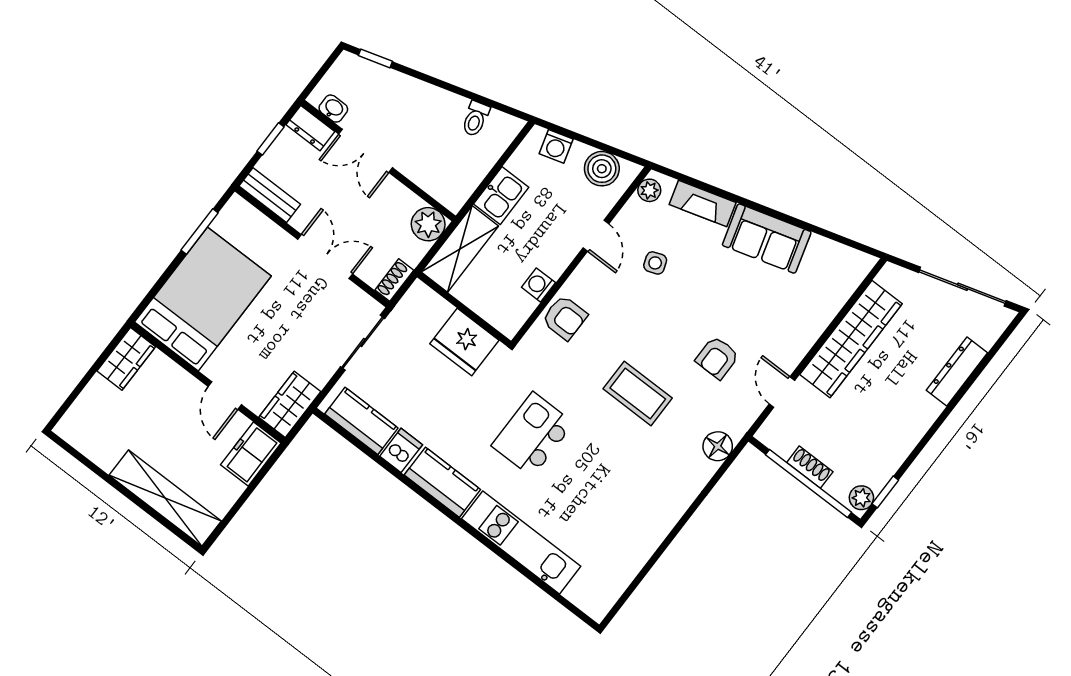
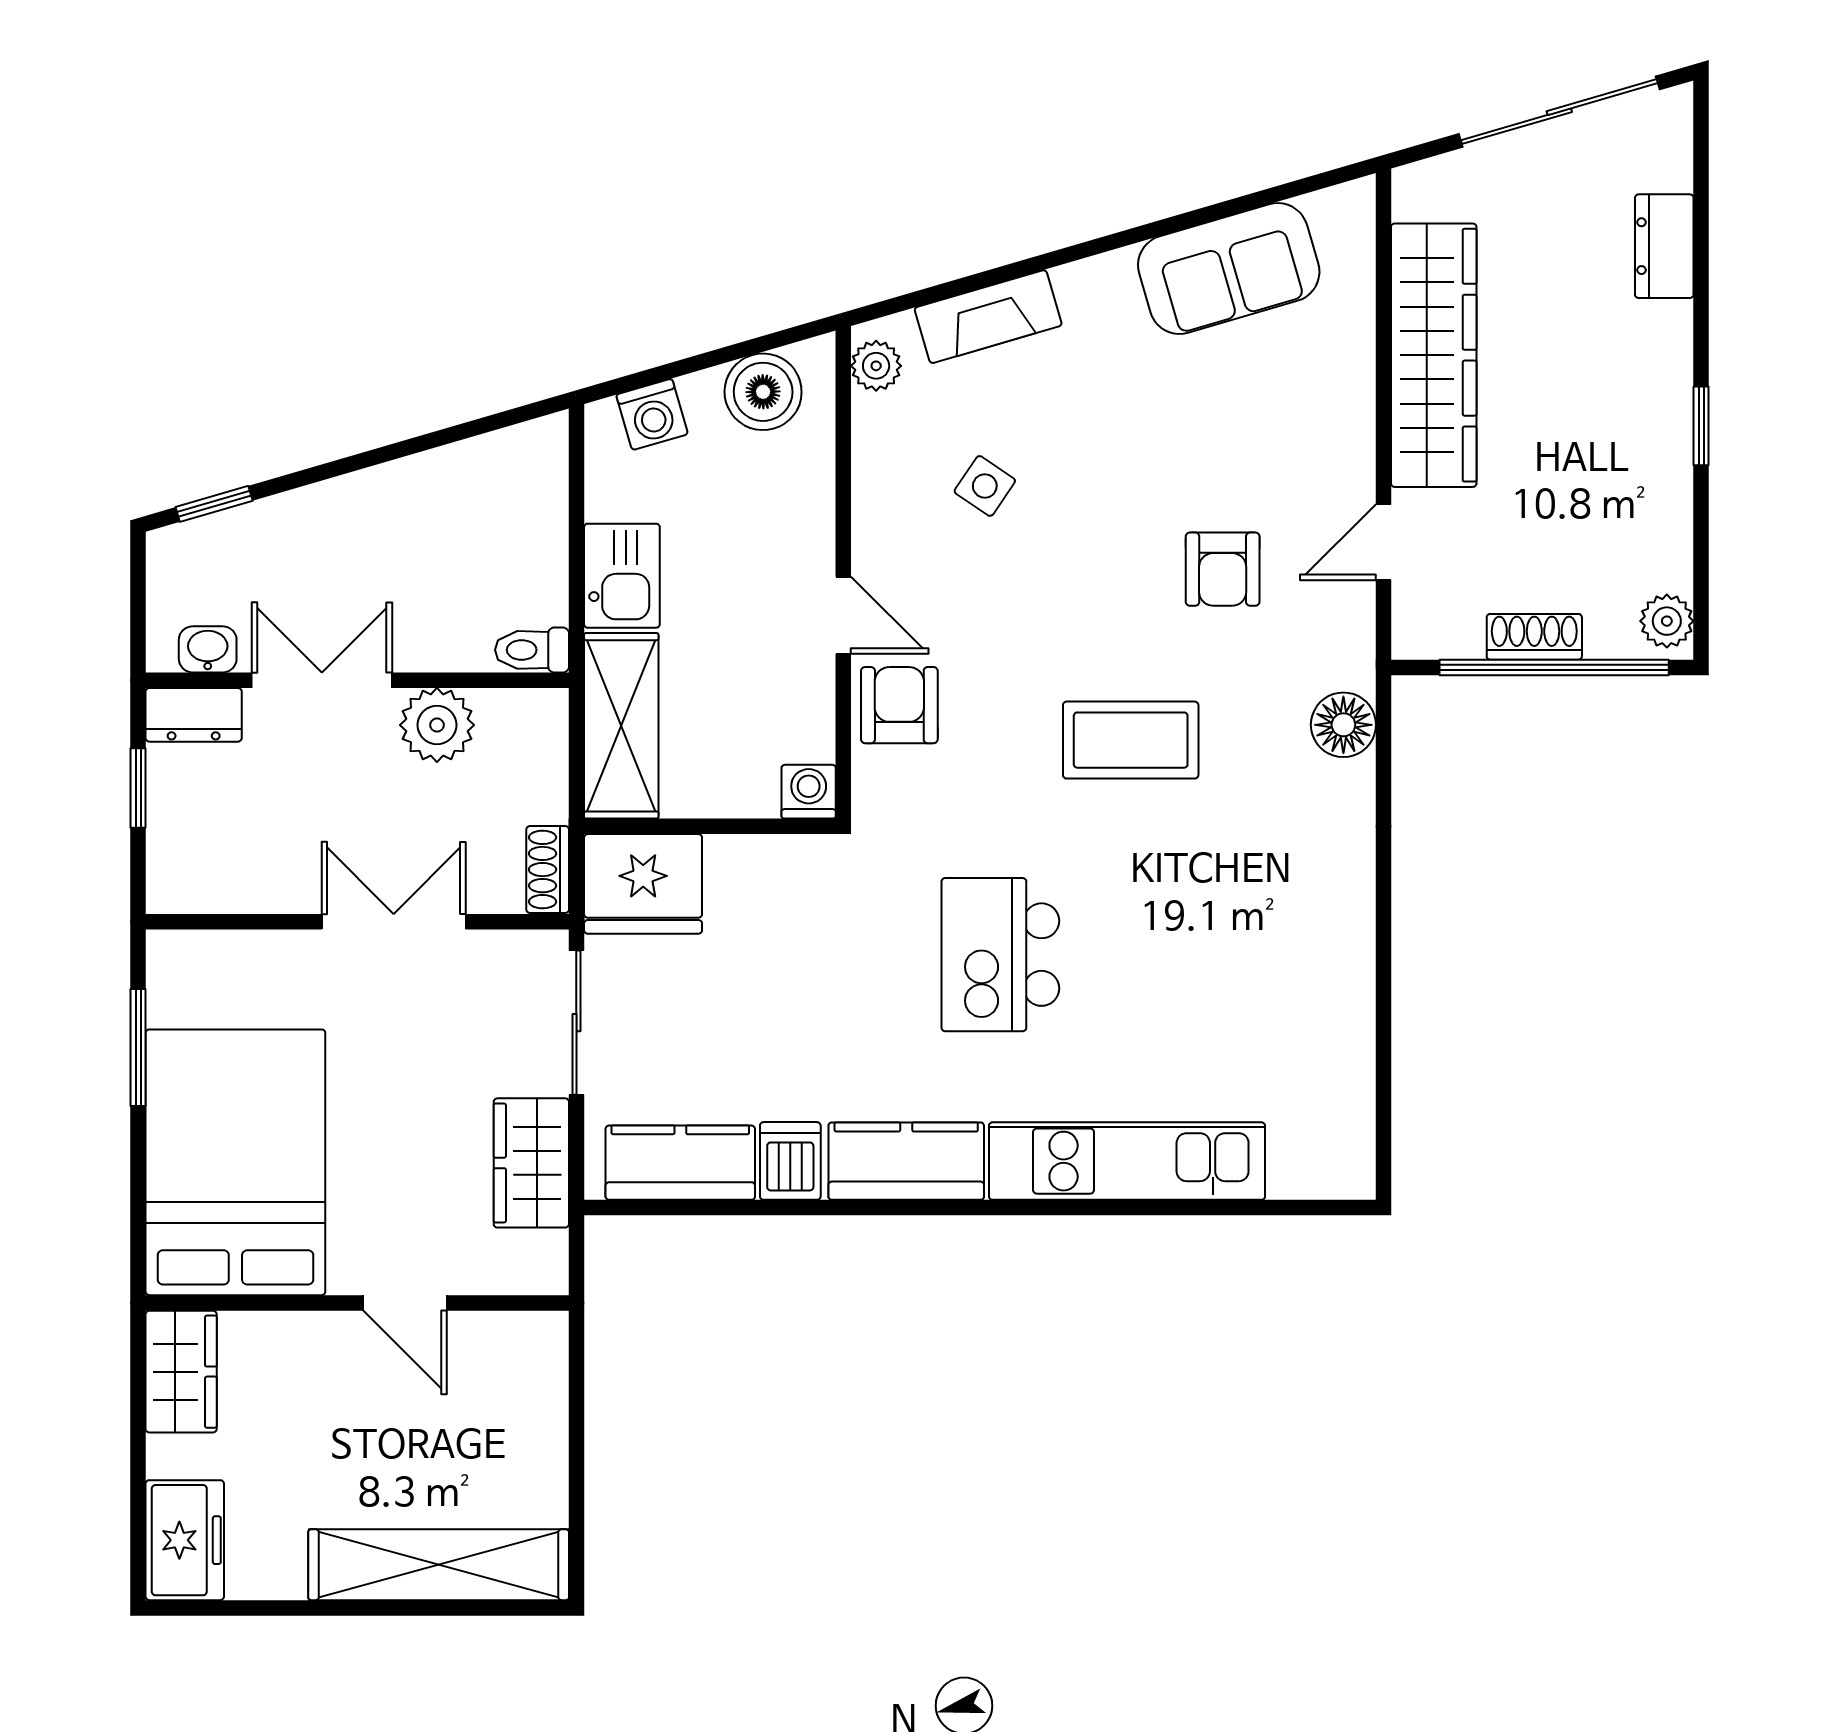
toilet: (475, 119) -> (532, 650), moved, turned 106
double door: (366, 151) -> (322, 680), swing flipped
bench: (270, 195) -> (213, 888), removed
plant: (428, 224) -> (437, 725), moved
door: (596, 236) -> (843, 615), moved
sofa: (767, 239) -> (1229, 269), moved
side table: (655, 263) -> (985, 486), turned -36
washing machine: (538, 285) -> (809, 792), moved, turned 90
armchair: (565, 318) -> (899, 705), turned -90
fridge: (464, 342) -> (643, 884), moved
dresser: (957, 371) -> (1664, 246), width x0.70
door: (782, 392) -> (1383, 542), hinge flipped
wardrobe: (290, 404) -> (531, 1163), moved
freezer: (251, 454) -> (185, 1540), moved, turned 180
window: (885, 492) -> (1701, 426), moved

